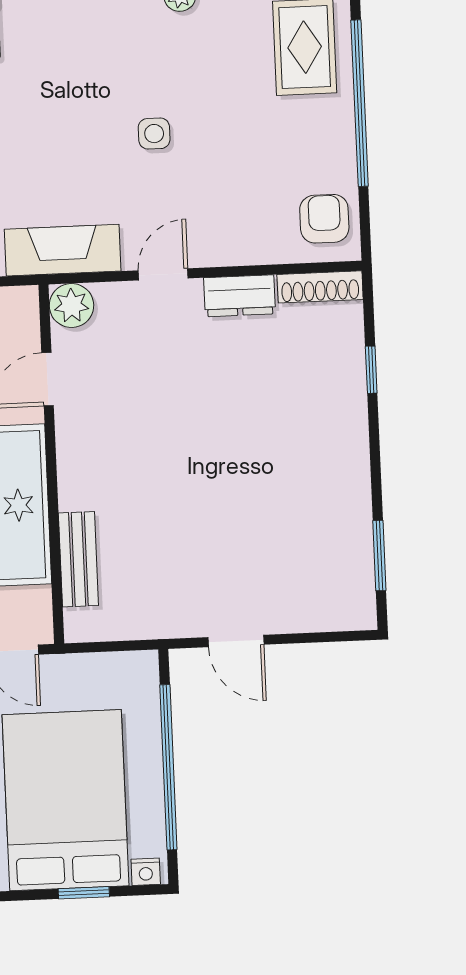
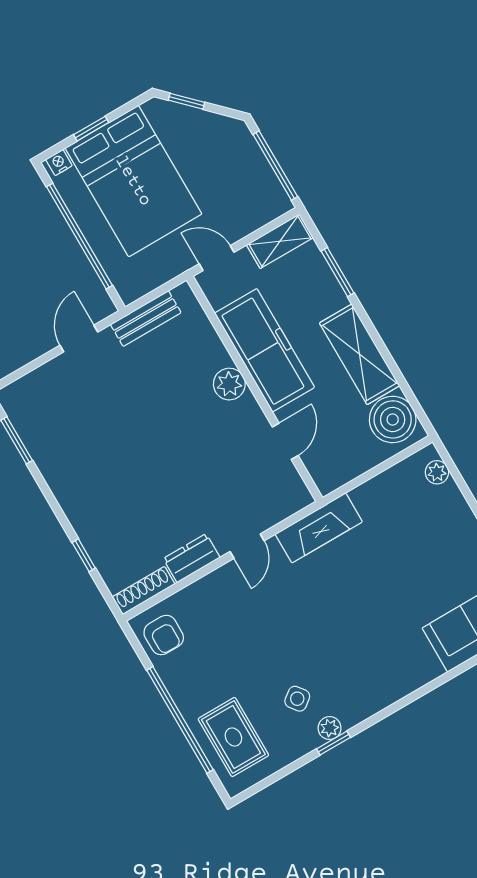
side table: (154, 134) -> (297, 699), moved, turned -37
plant: (71, 305) -> (229, 384), moved
bench: (78, 559) -> (146, 318), moved, turned 90
door: (236, 641) -> (79, 339), hinge flipped

